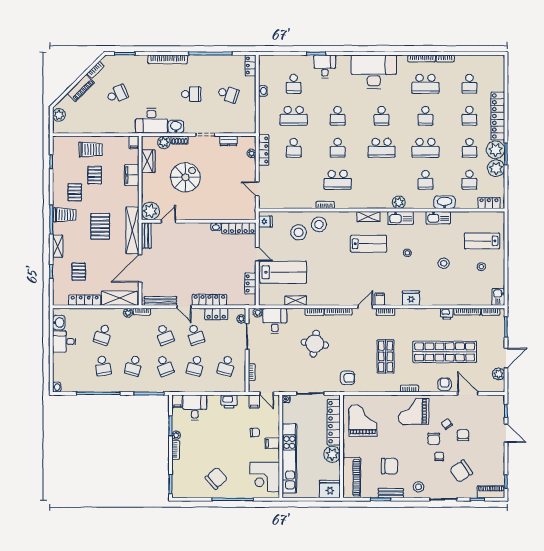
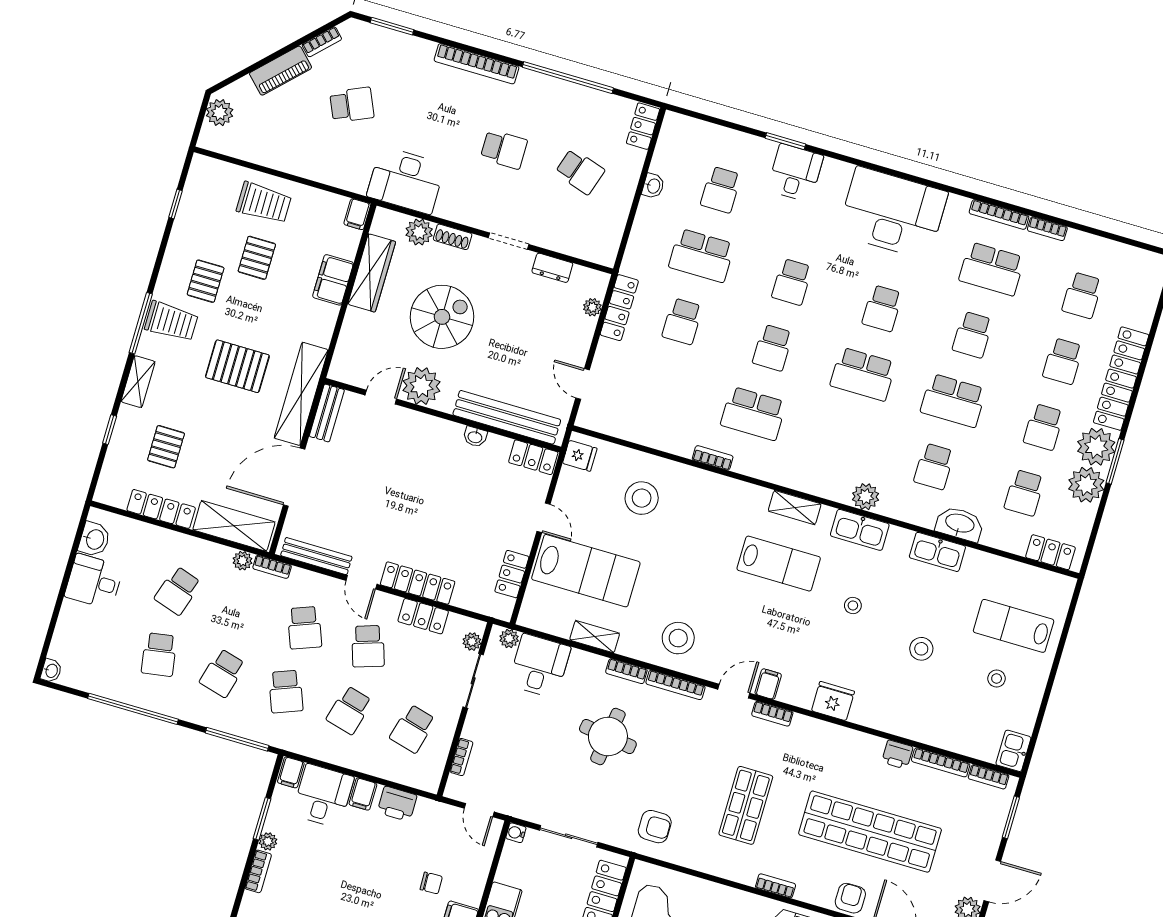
washbasin: (176, 127) -> (453, 207), removed
wardrobe: (148, 161) -> (372, 273), width x1.50
plant: (150, 211) -> (422, 386), moved
bench: (228, 214) -> (507, 417), added
stool: (319, 224) -> (678, 638), moved
pallet: (100, 226) -> (237, 366), turned 90
locker: (239, 228) -> (533, 457), width x0.66
filing cabinet: (254, 402) -> (363, 794), moved

